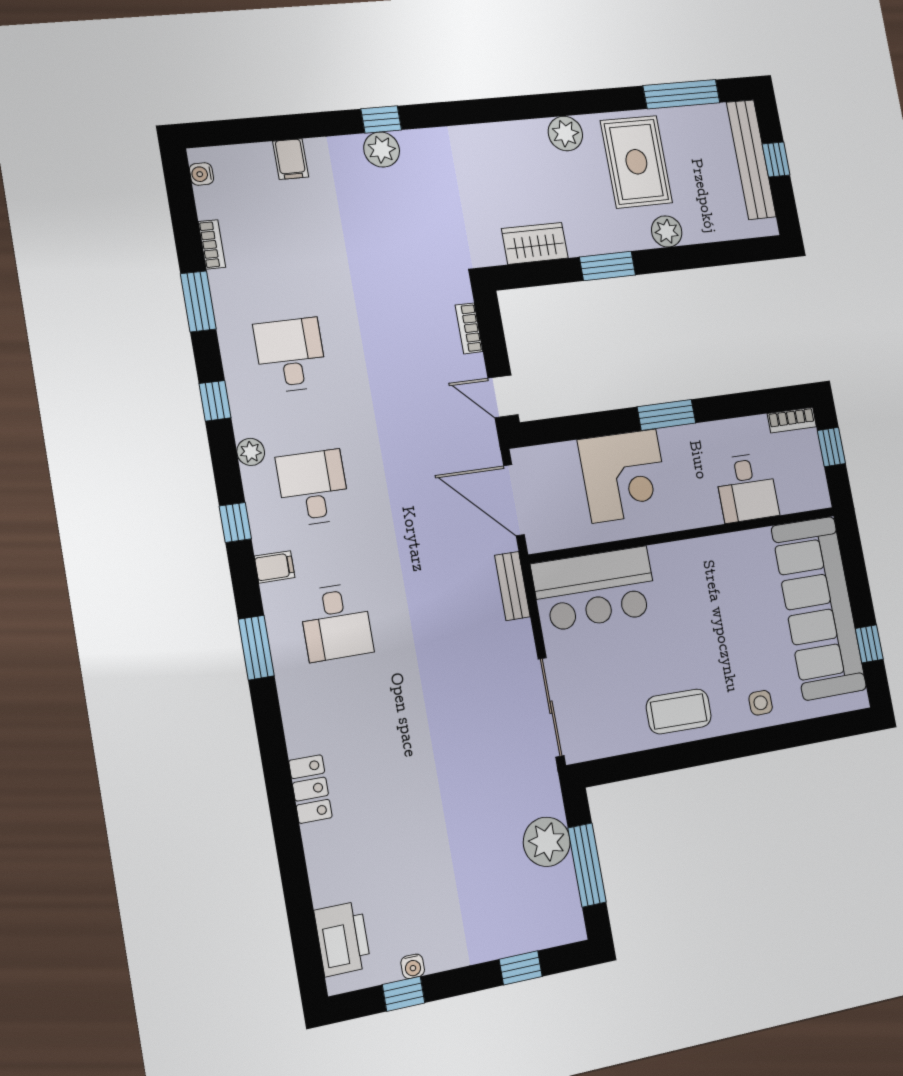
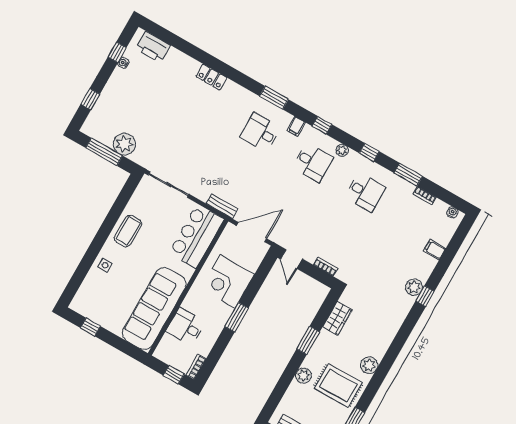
door: (503, 396) -> (291, 259), swing flipped
sofa: (819, 608) -> (154, 309), moved, turned -90

